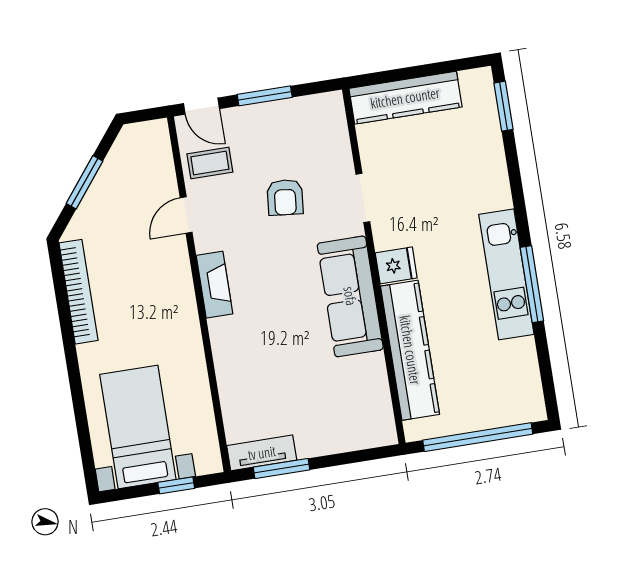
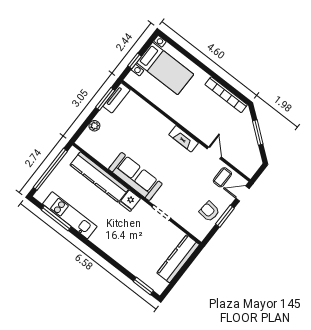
armchair: (285, 197) -> (209, 211), moved
kitchen unit: (506, 274) -> (70, 215), moved
window: (532, 284) -> (56, 218), moved
plant: (340, 441) -> (94, 126), added

